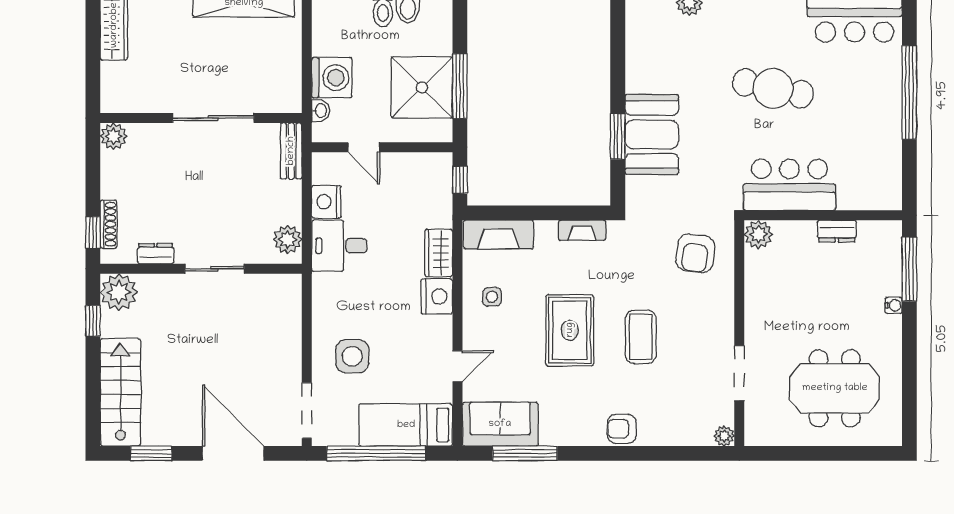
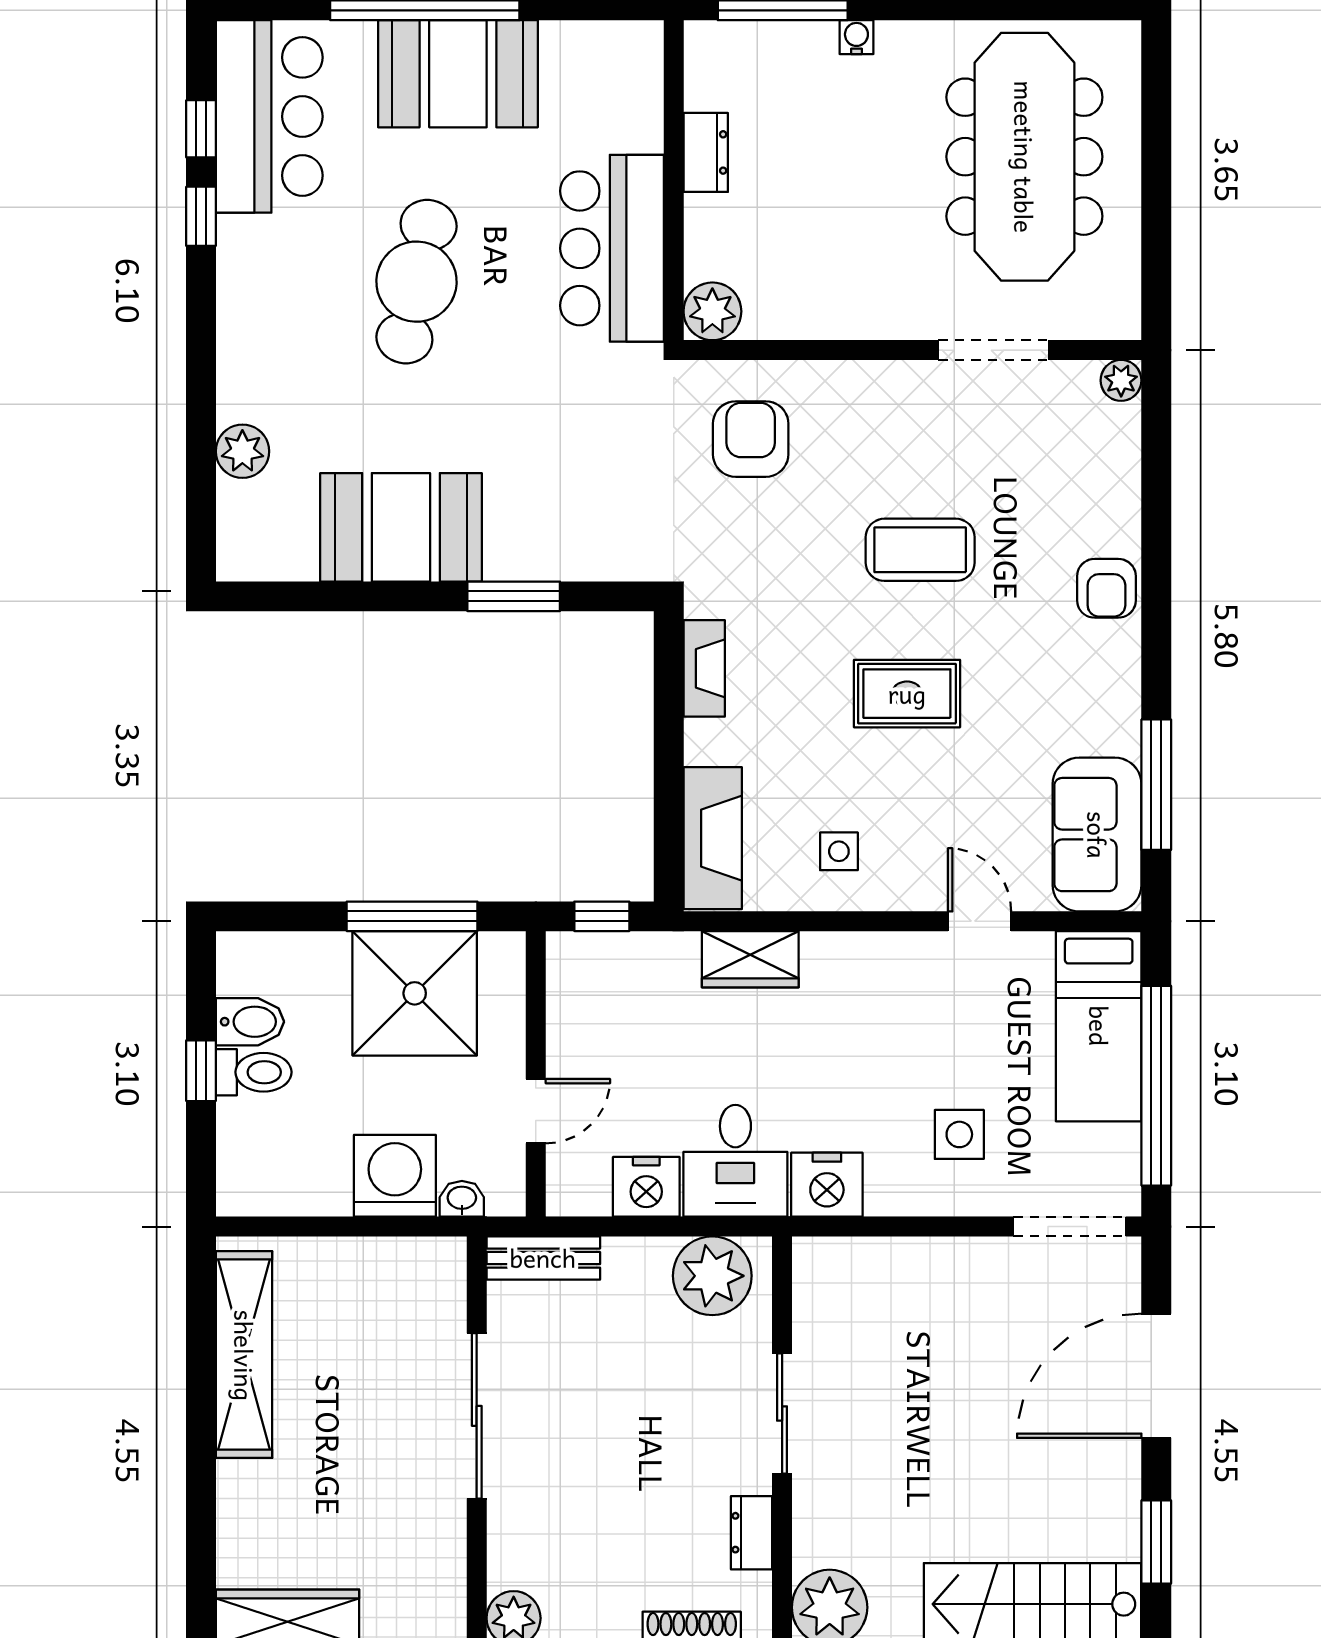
booth: (876, 109) -> (458, 74), added
booth: (652, 134) -> (401, 527), moved
plant: (288, 239) -> (712, 1276), width x1.36, depth x1.36
armchair: (695, 253) -> (751, 439), turned -98
nightstand: (437, 296) -> (827, 1185), moved, turned 180
rug: (570, 330) -> (907, 694), width x0.73, depth x0.70
side table: (352, 356) -> (959, 1134), width x0.73, depth x0.73
meeting table: (835, 388) -> (1024, 157), width x1.36

